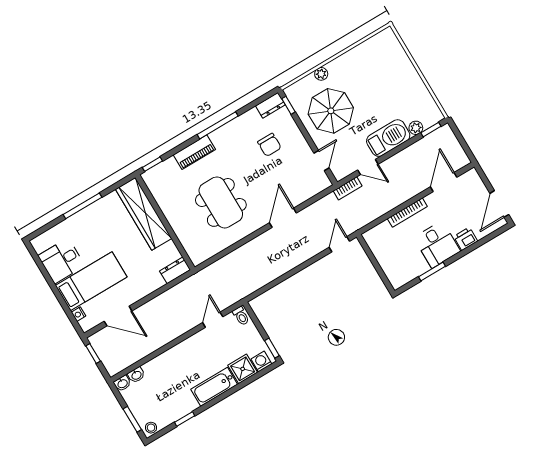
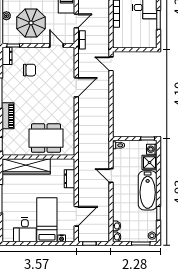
dining table: (221, 202) -> (46, 138), moved
door: (283, 218) -> (76, 87), swing flipped
dresser: (175, 270) -> (69, 179), moved
door: (213, 320) -> (111, 176), moved
bathtub: (214, 387) -> (148, 190), width x1.36, depth x1.36

